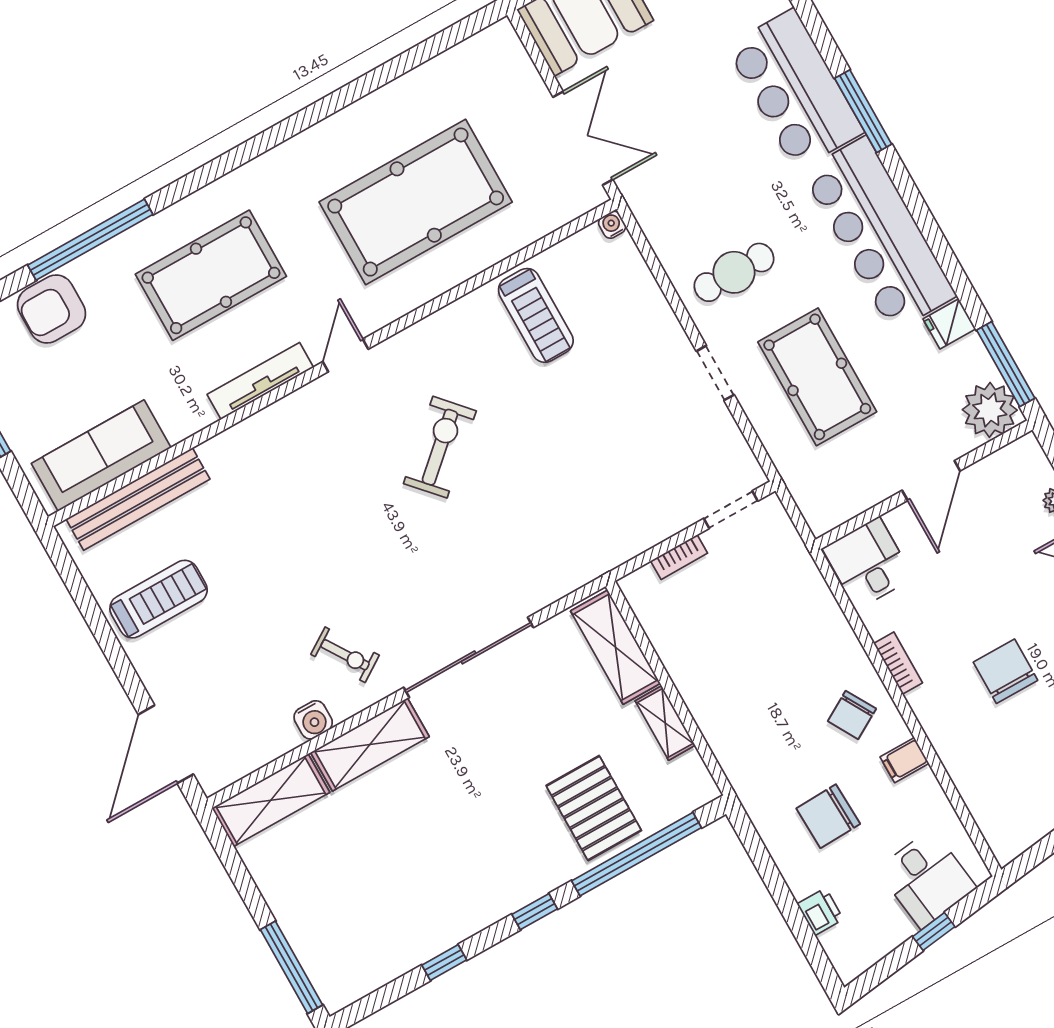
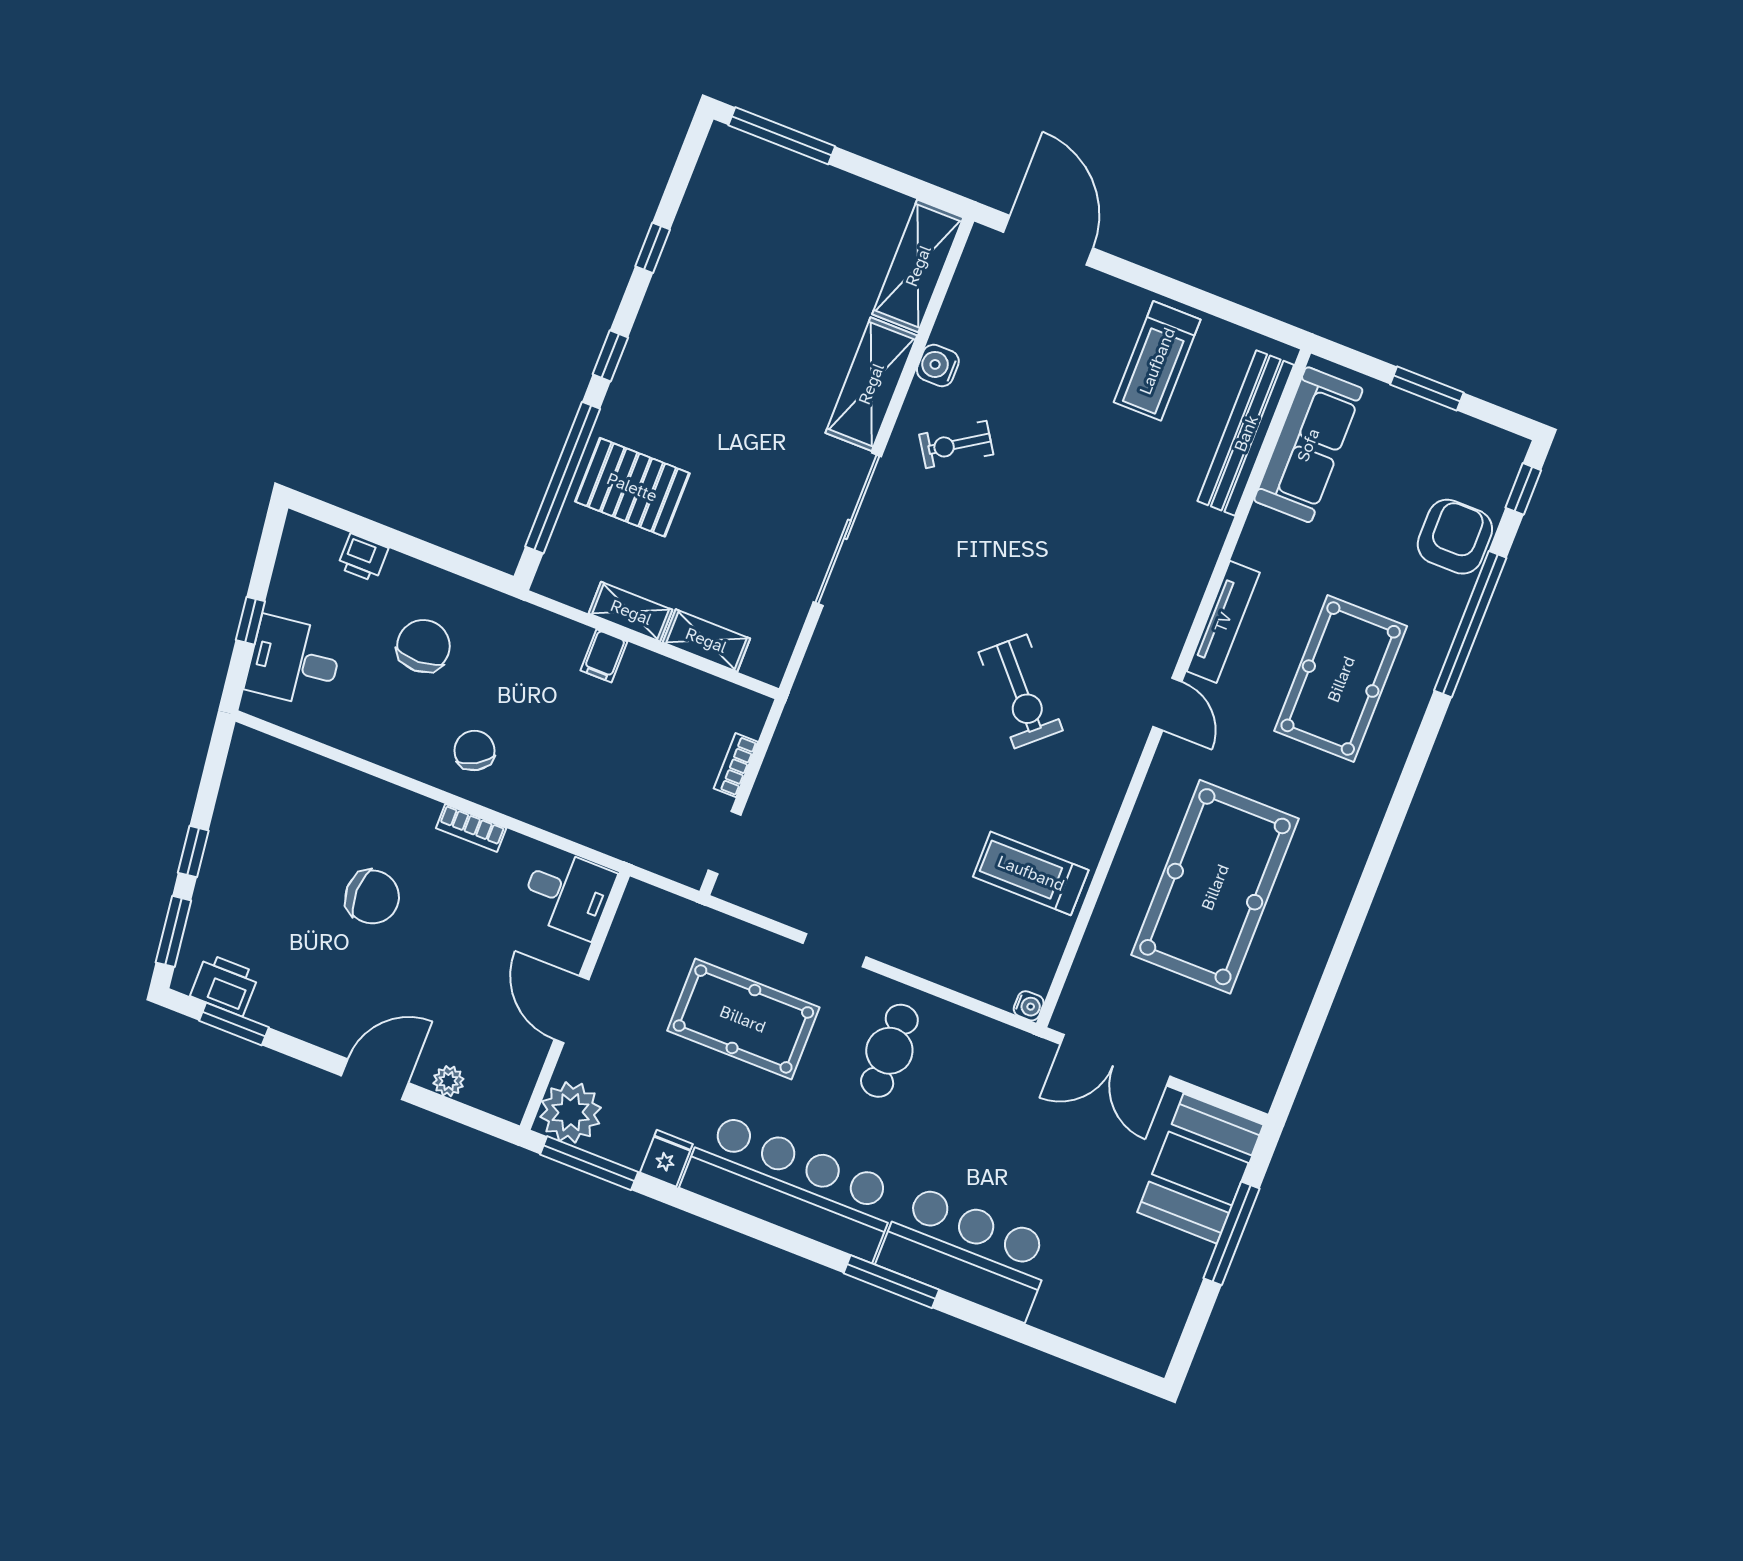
shelving: (615, 647) -> (706, 640), width x0.67, depth x0.75
filing cabinet: (905, 760) -> (604, 656), moved, turned 180

